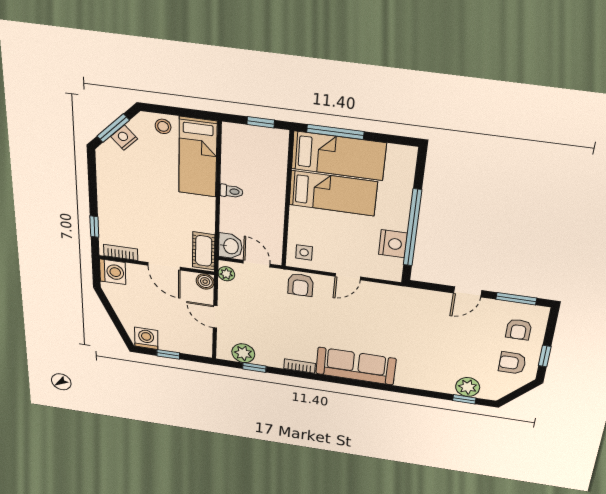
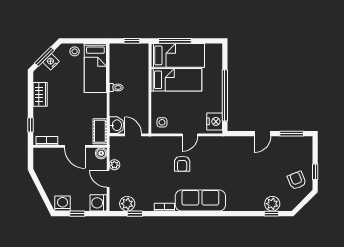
wardrobe: (108, 185) -> (40, 94), added
nightstand: (393, 244) -> (215, 121), moved
washing machine: (113, 272) -> (98, 203), moved, turned 180
plant: (226, 274) -> (114, 165), moved
armchair: (300, 285) -> (182, 164), moved
armchair: (519, 329) -> (297, 155), removed
armchair: (512, 363) -> (297, 180), turned 68

